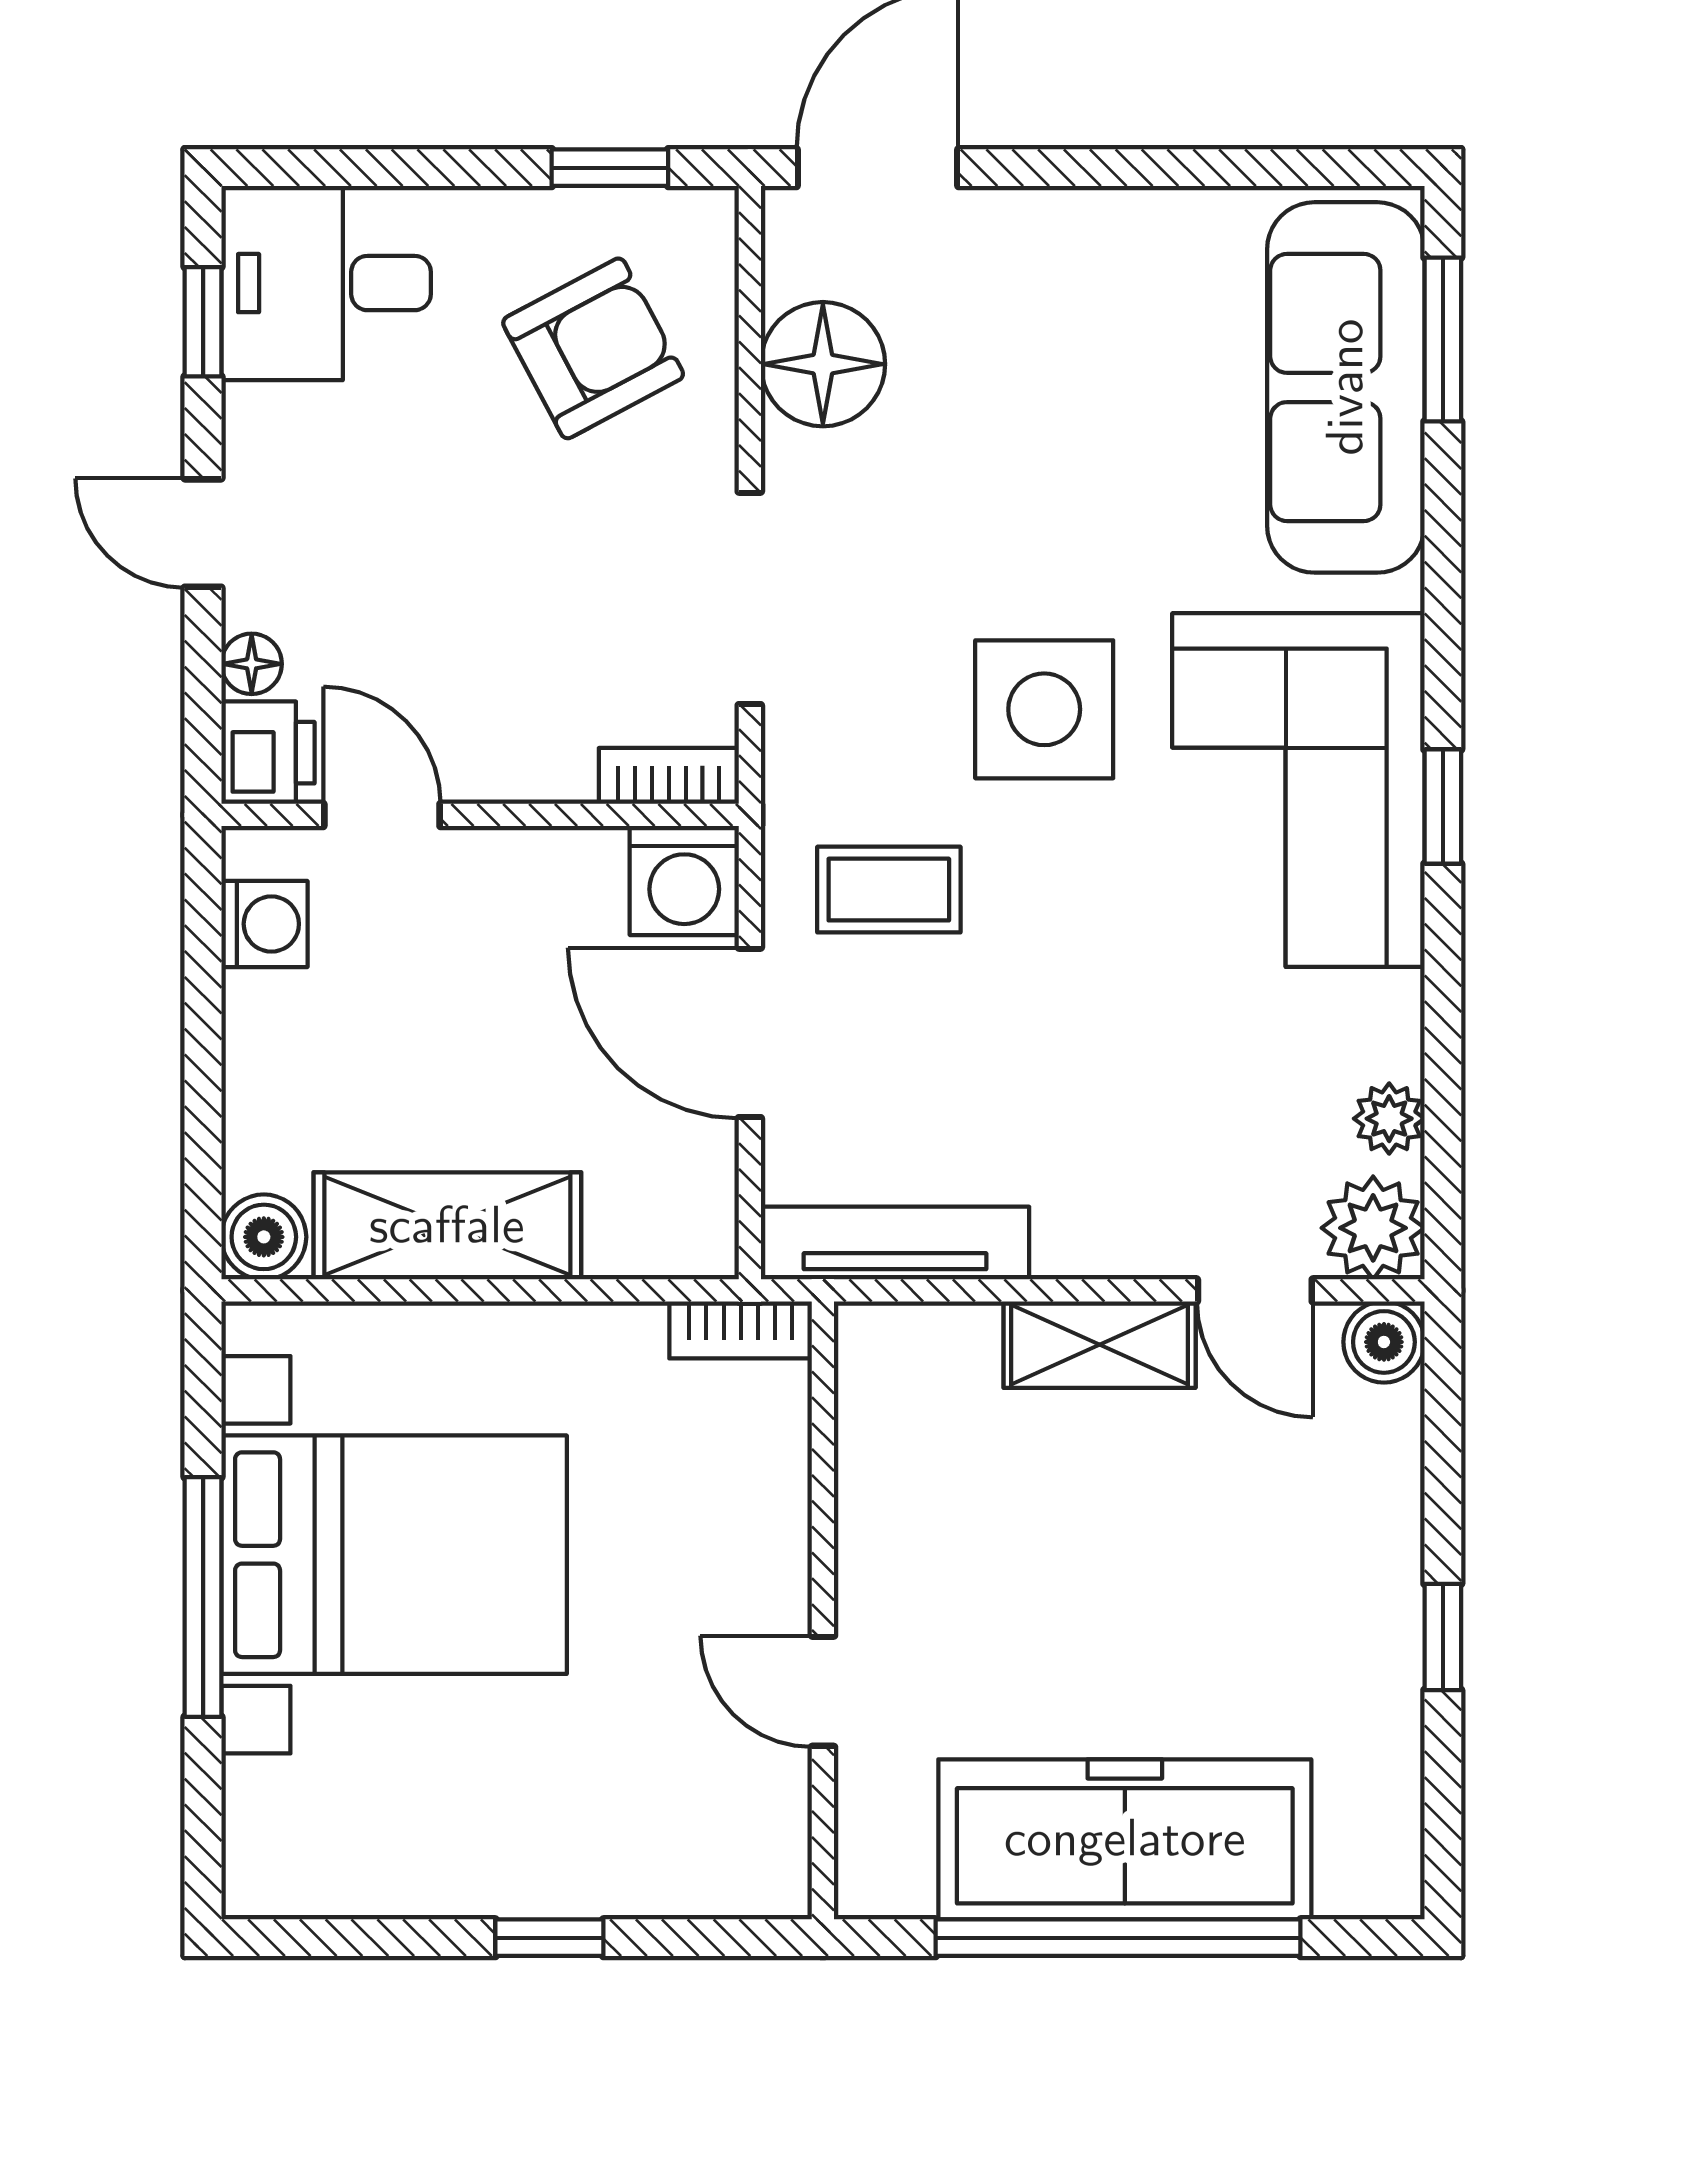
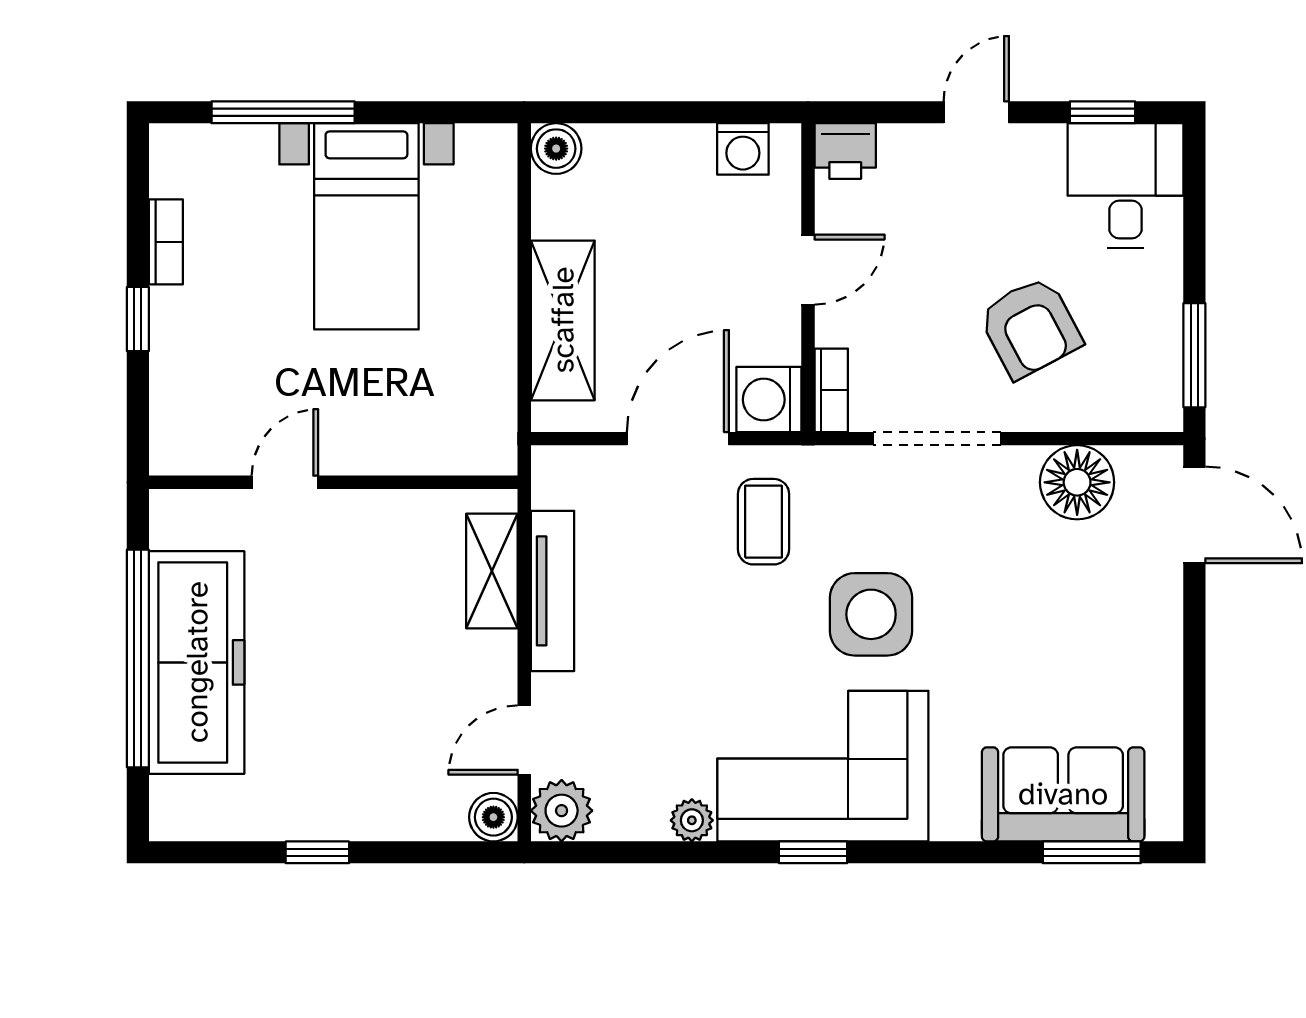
window: (610, 168) -> (1194, 355), width x1.50
armchair: (593, 348) -> (1030, 327), moved
sofa: (1346, 387) -> (1063, 794), width x0.73
floor lamp: (252, 664) -> (898, 141), removed
door: (382, 815) -> (808, 270), moved
plant: (1389, 1119) -> (692, 820), moved
shelving: (447, 1226) -> (563, 320), moved
tv unit: (895, 1243) -> (552, 591), moved
bookcase: (741, 1330) -> (166, 242), moved, turned 180
shelving: (1100, 1345) -> (492, 571), moved
bed with nightstands: (394, 1555) -> (366, 226), width x0.73
window: (203, 1597) -> (283, 112), moved

